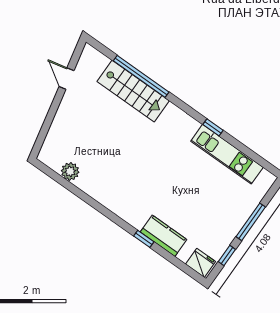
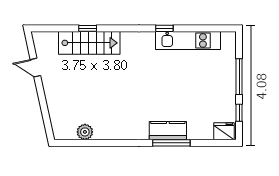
window: (141, 76) -> (88, 28), width x0.32
kitchen counter: (164, 236) -> (168, 131), moved
window: (144, 239) -> (171, 143), width x2.17

